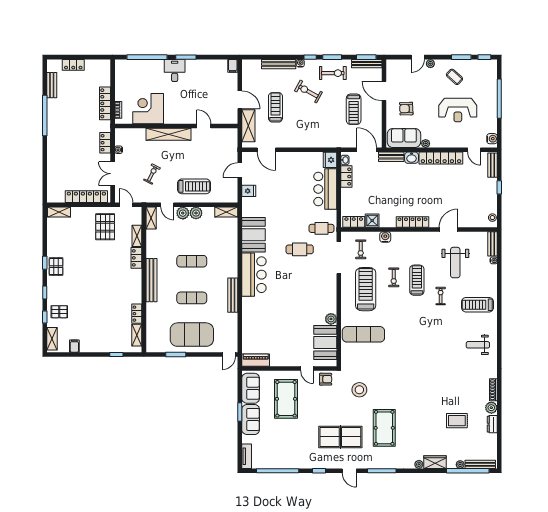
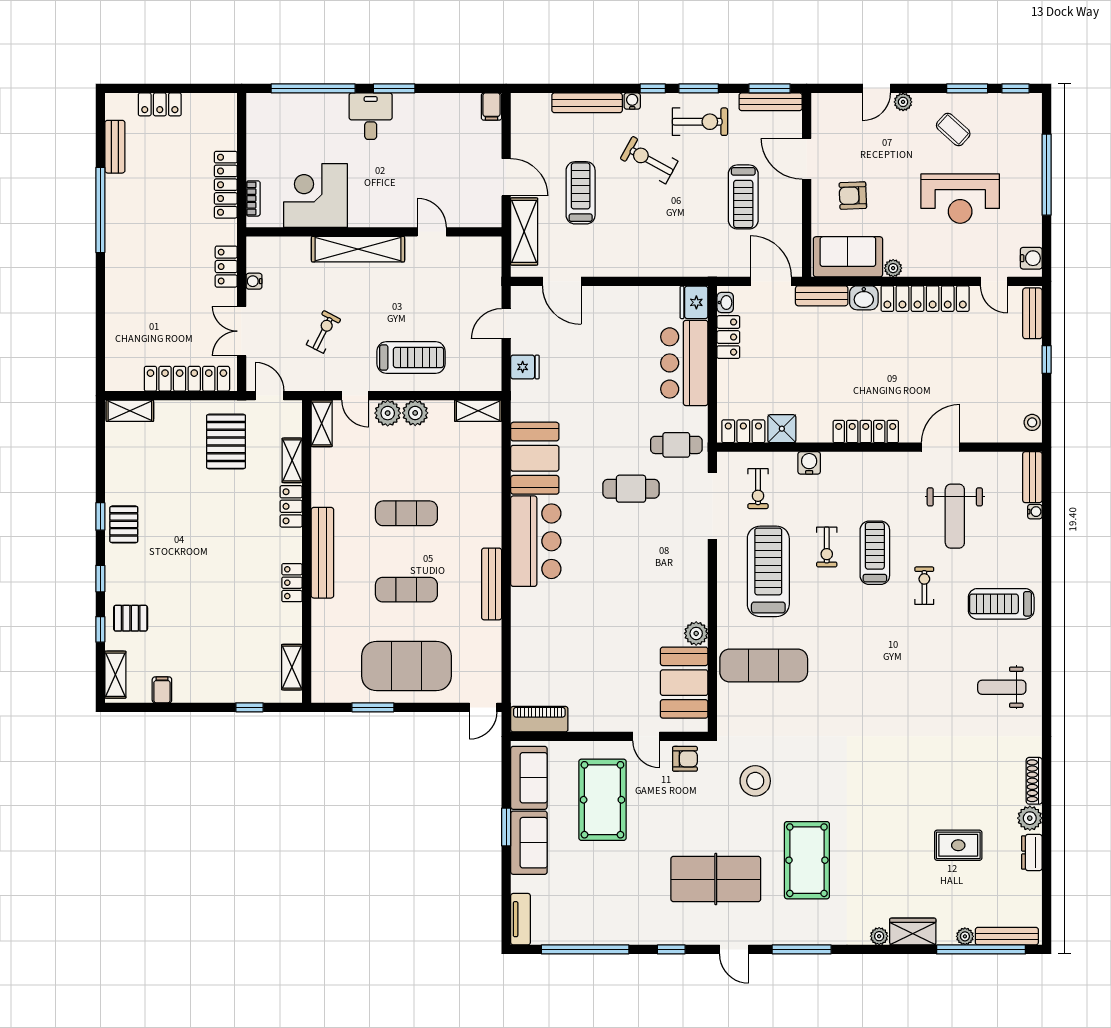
locker: (137, 314) -> (292, 583), moved

